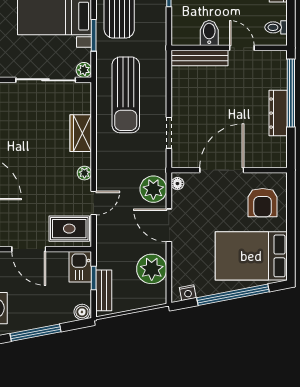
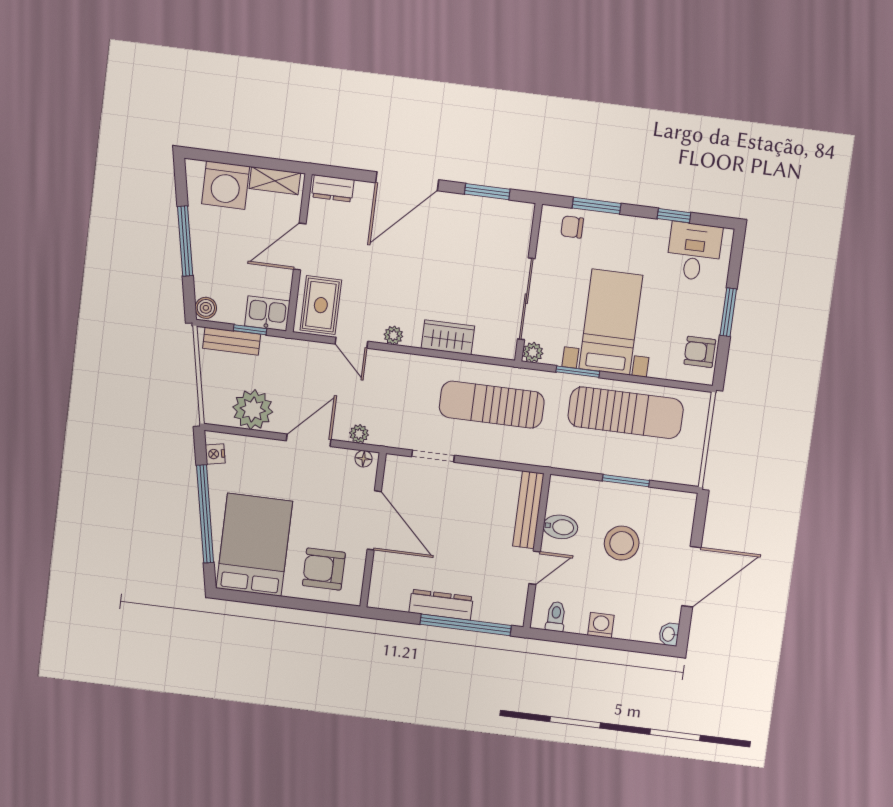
plant: (153, 189) -> (359, 434), width x0.53, depth x0.53

